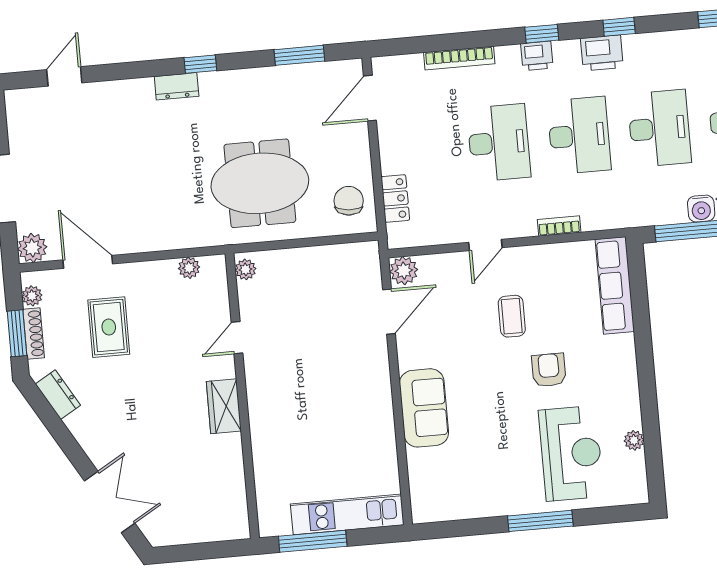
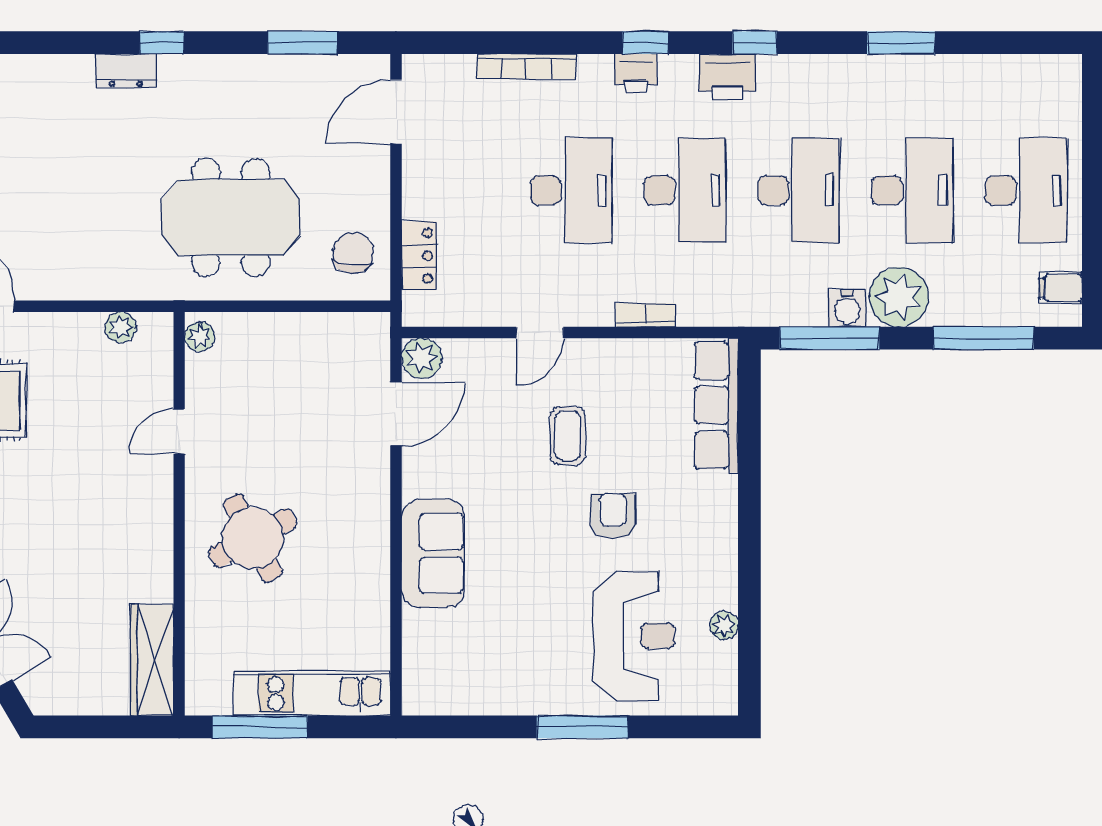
wardrobe: (224, 406) -> (152, 660), moved, width x1.50
round table: (296, 408) -> (253, 538), added

